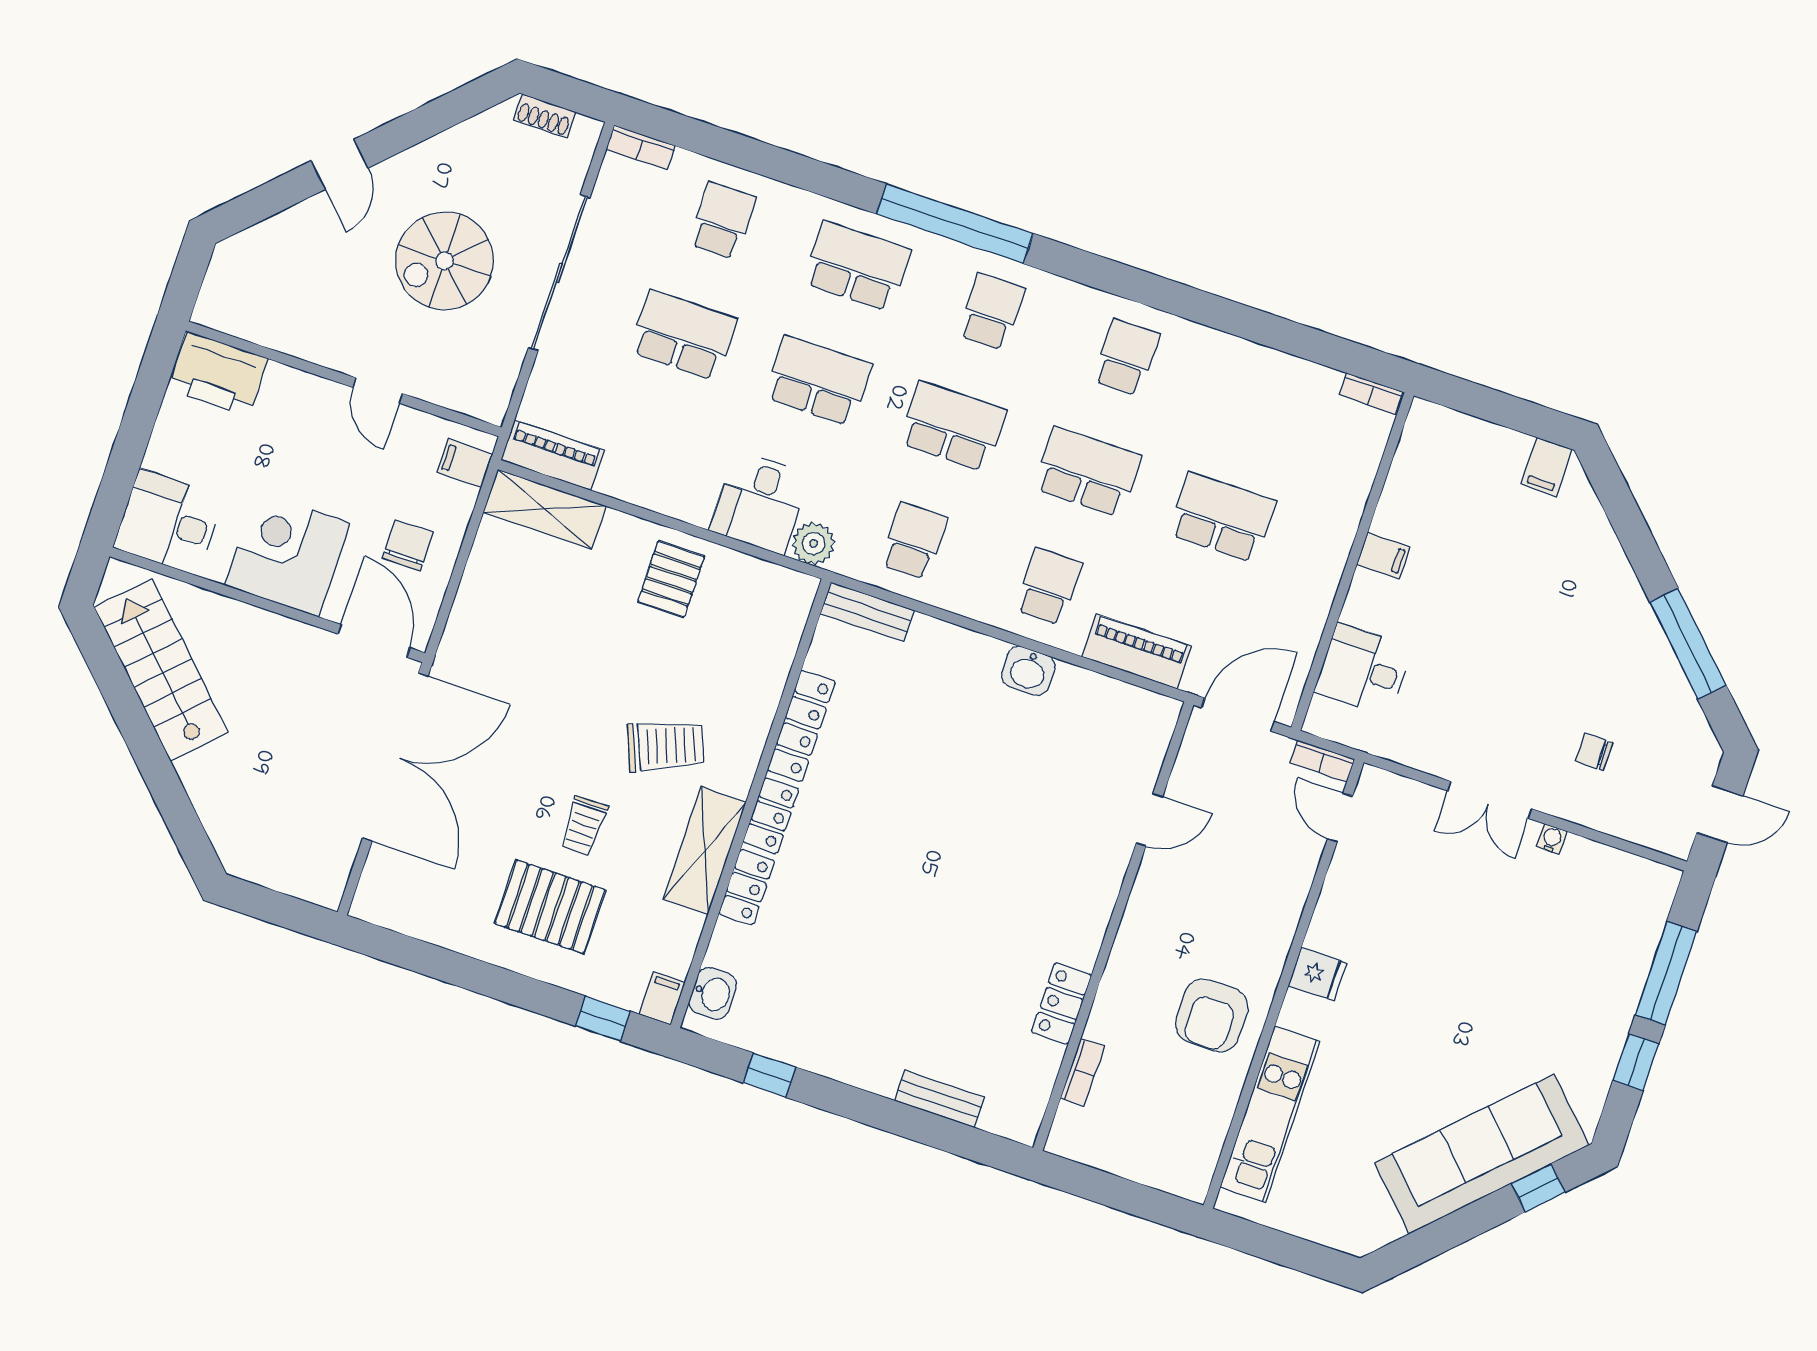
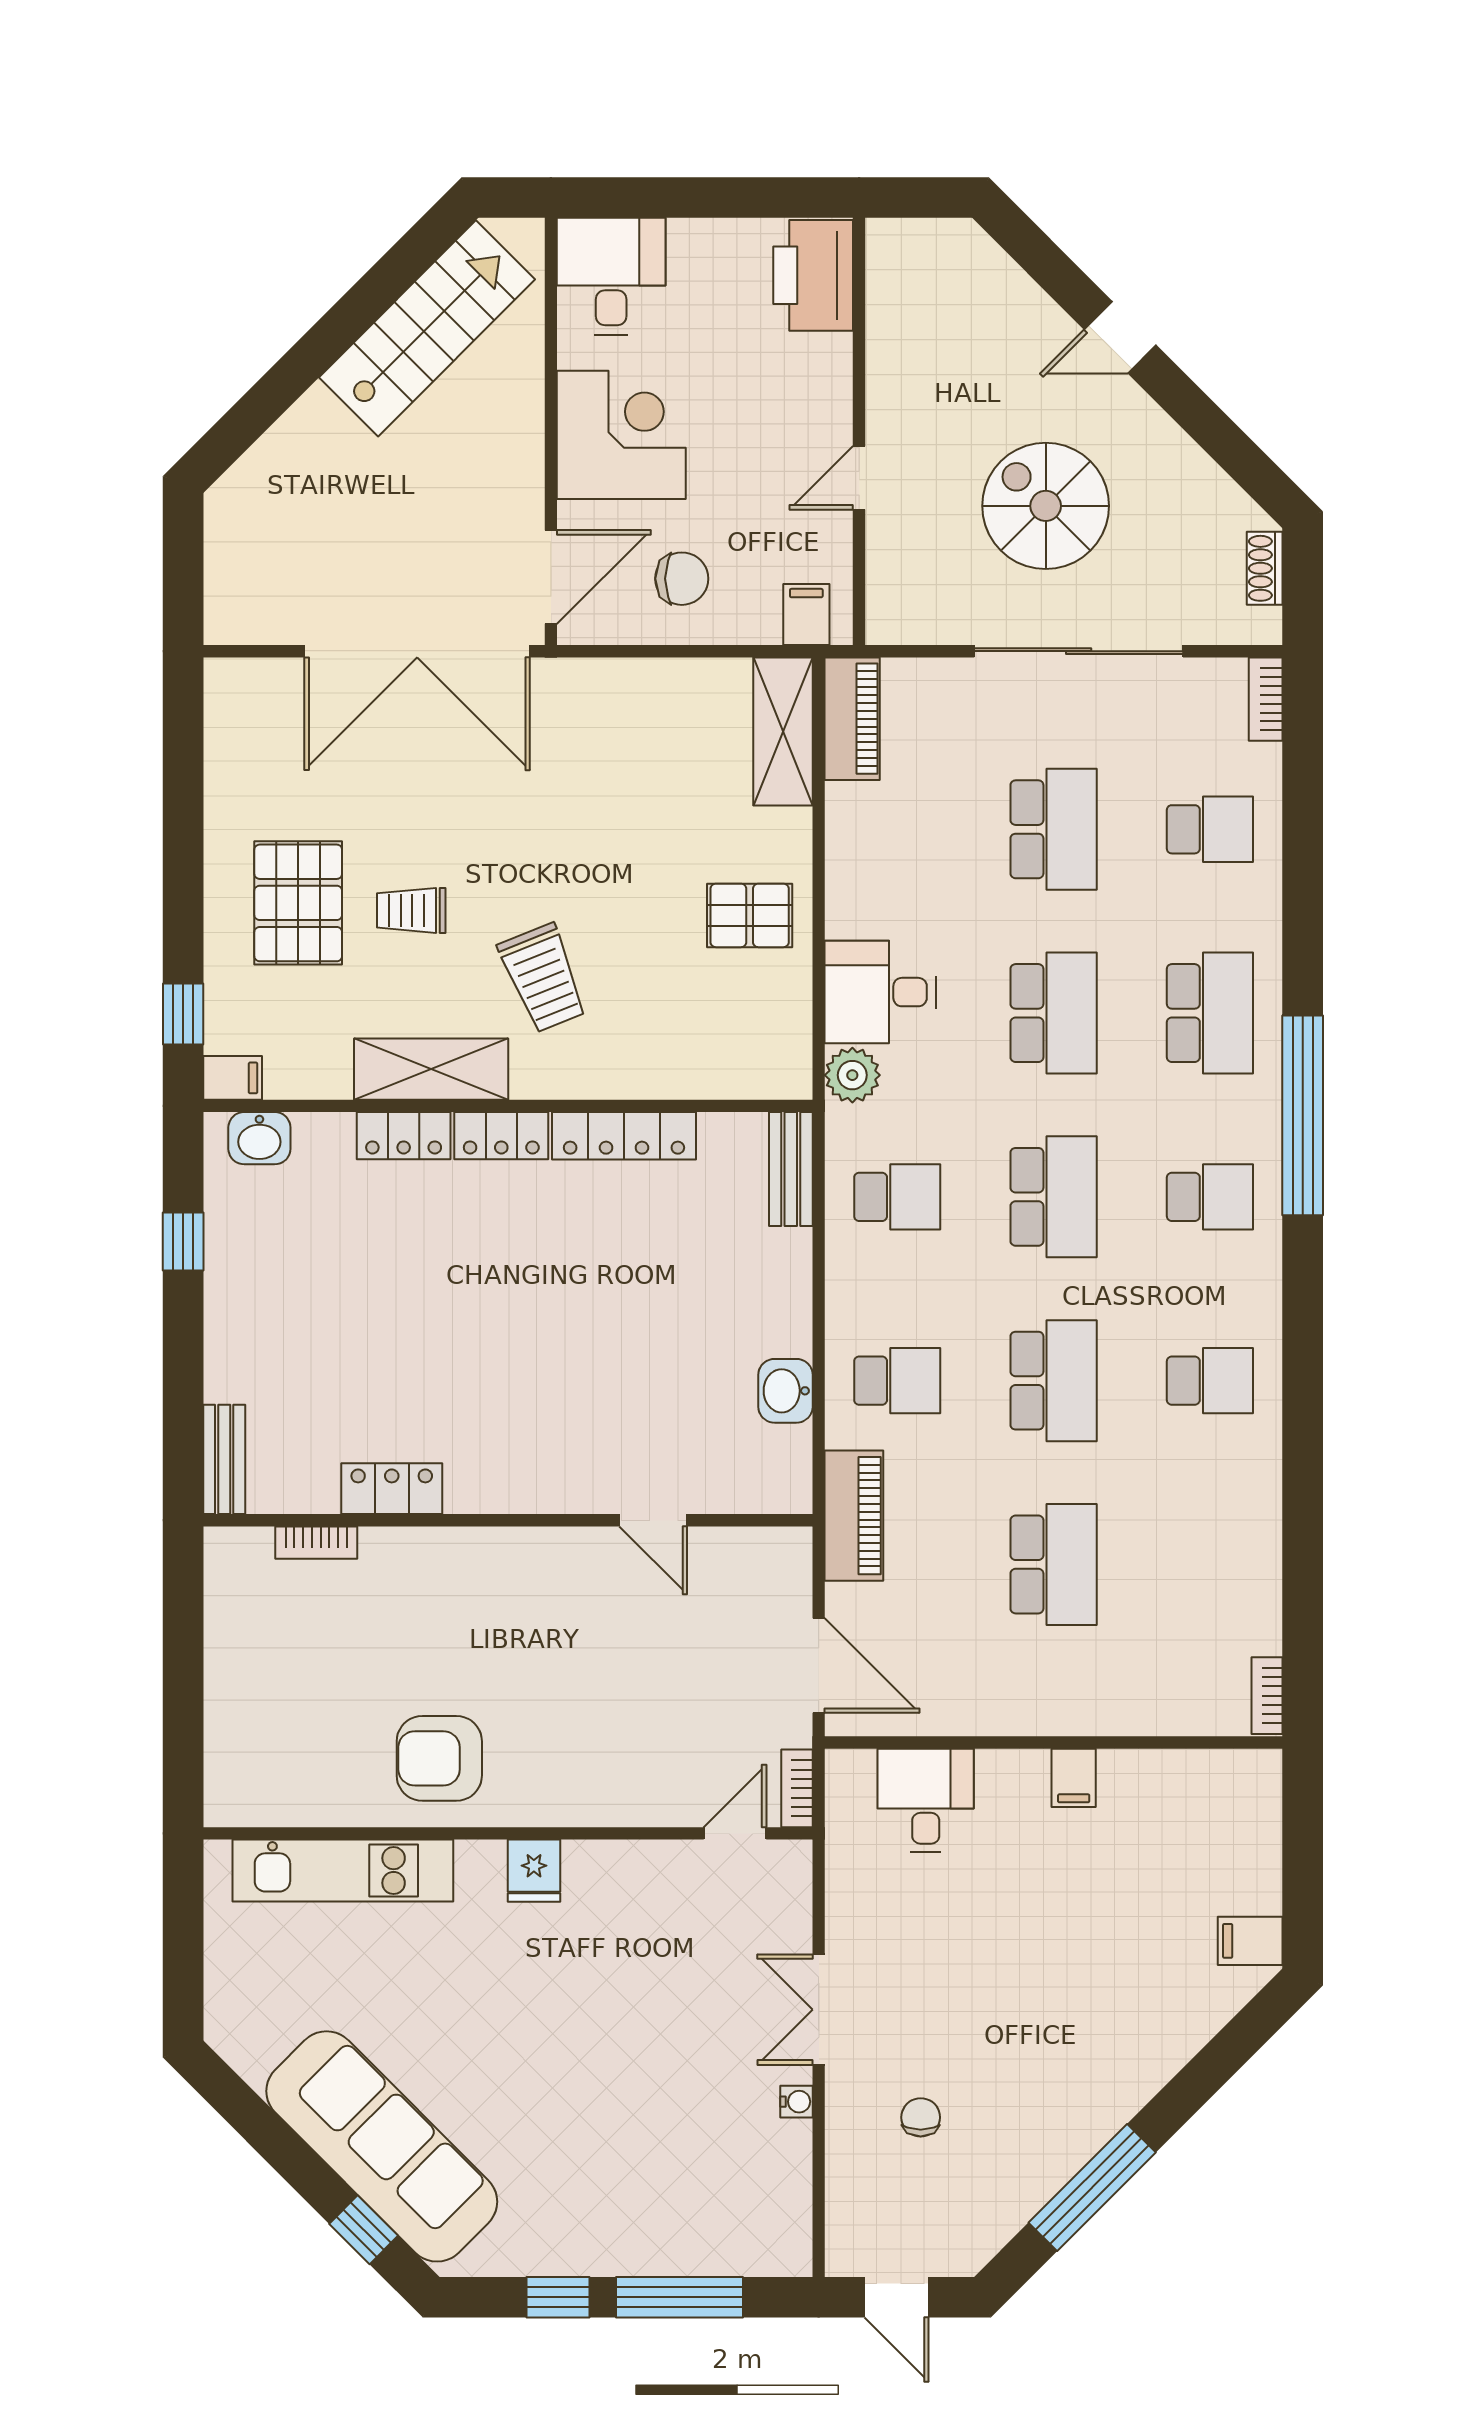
door: (1149, 820) -> (653, 1520), moved
wall: (1113, 926) -> (508, 1520), moved
locker: (1062, 1004) -> (392, 1489), moved
bookcase: (1082, 1072) -> (316, 1543), moved

